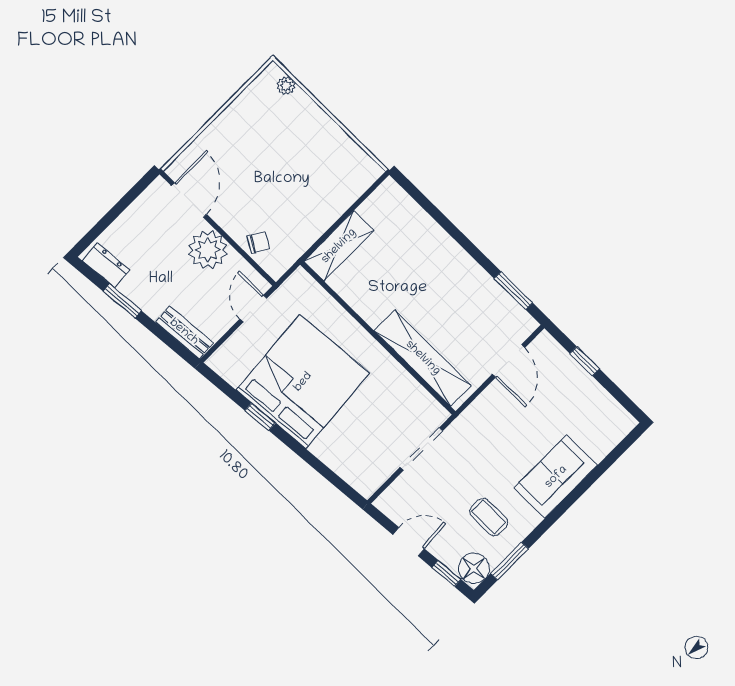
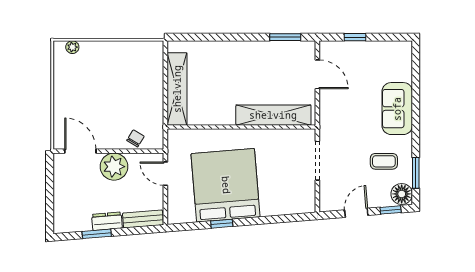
shelving: (339, 246) -> (177, 89), width x1.47
dresser: (106, 265) -> (107, 221), moved

